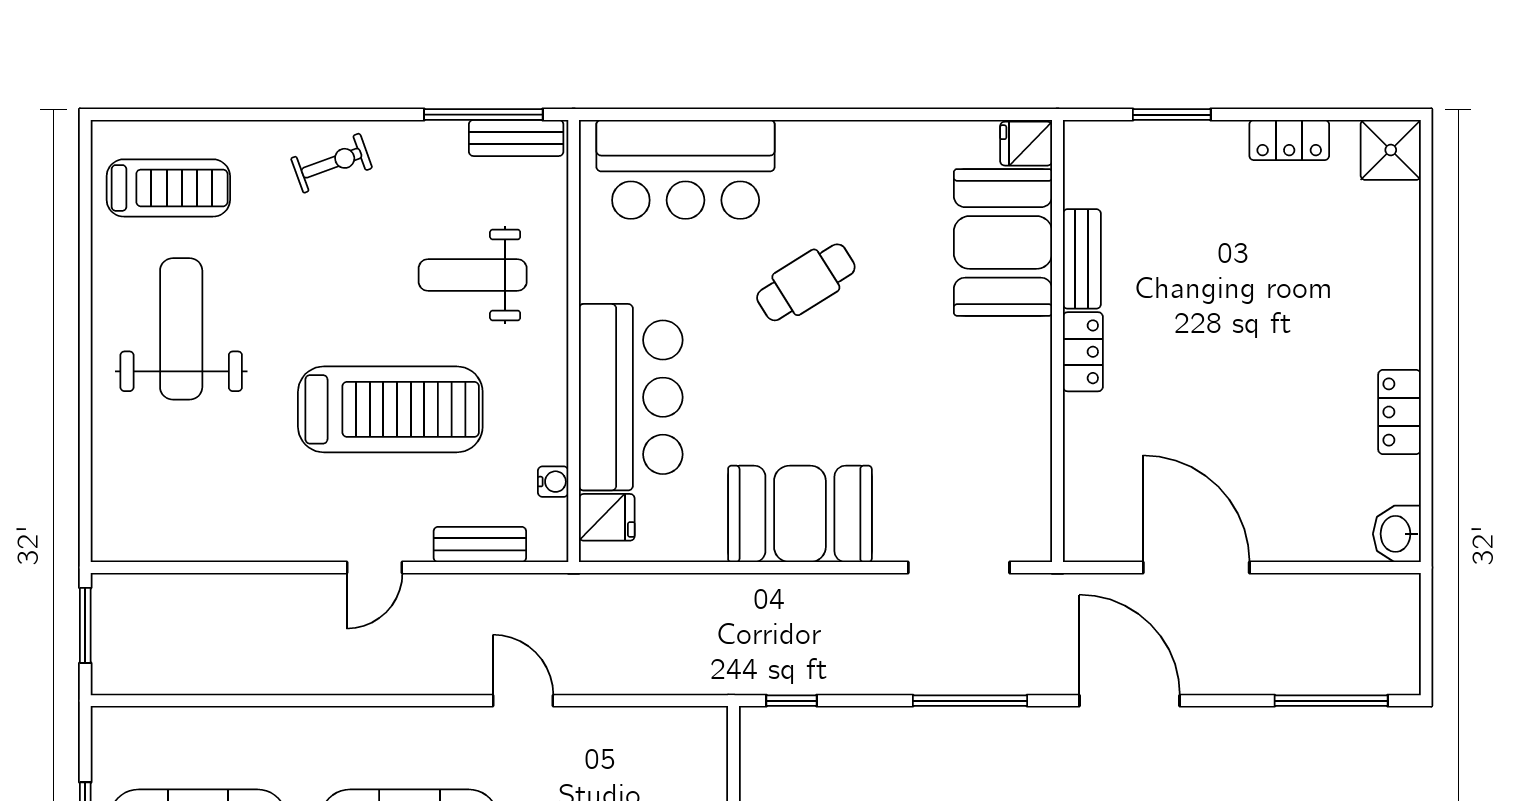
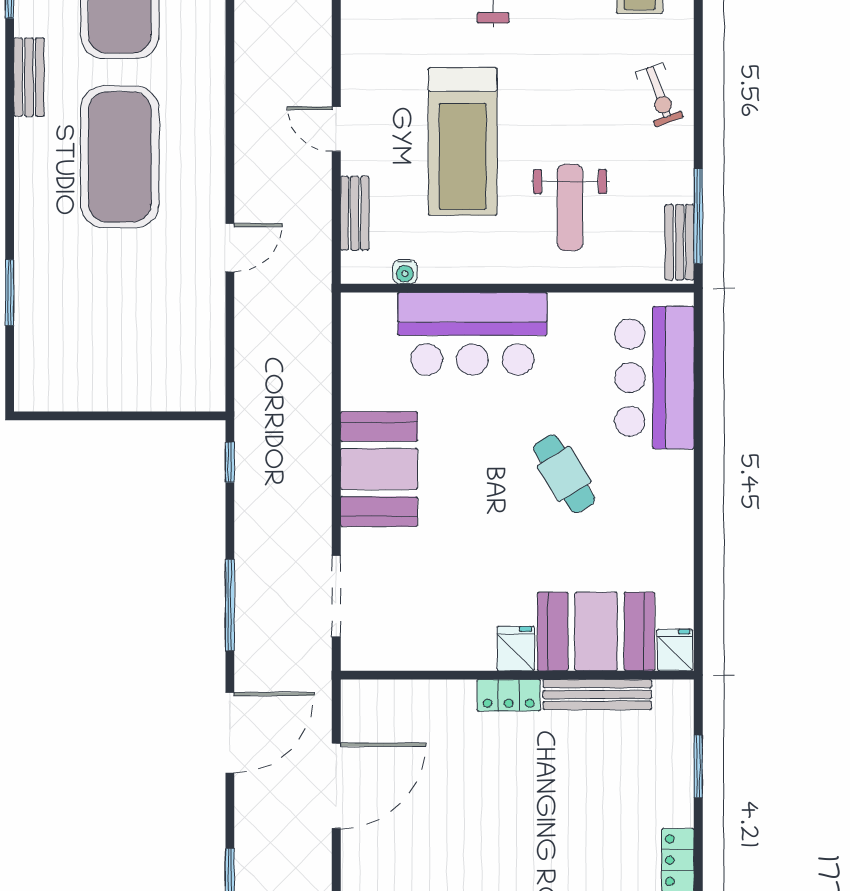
bench: (1082, 259) -> (597, 694), width x1.36
weight bench: (473, 275) -> (570, 207), turned 180
fridge: (607, 517) -> (516, 648), moved, turned 180

